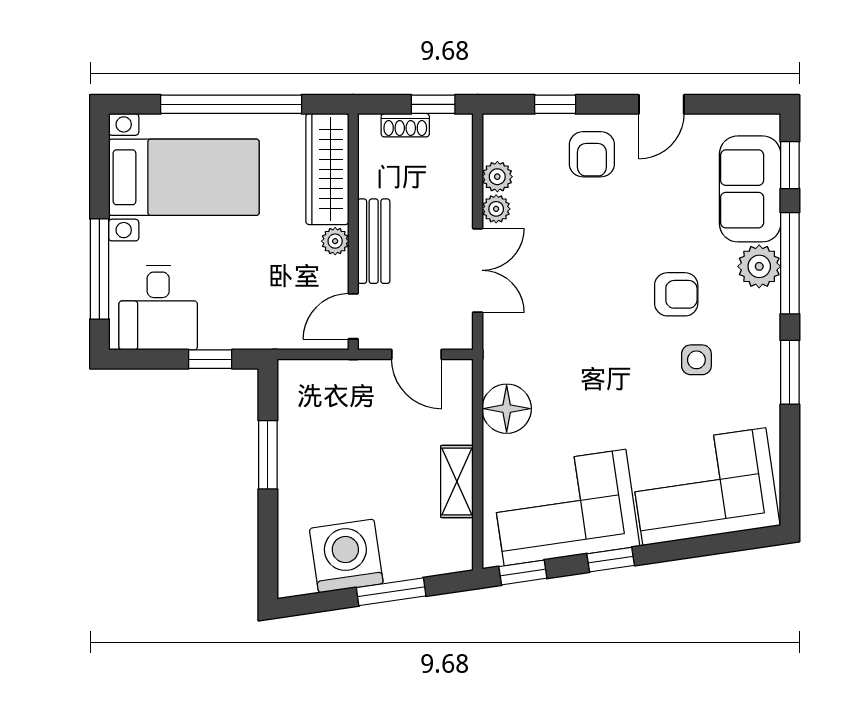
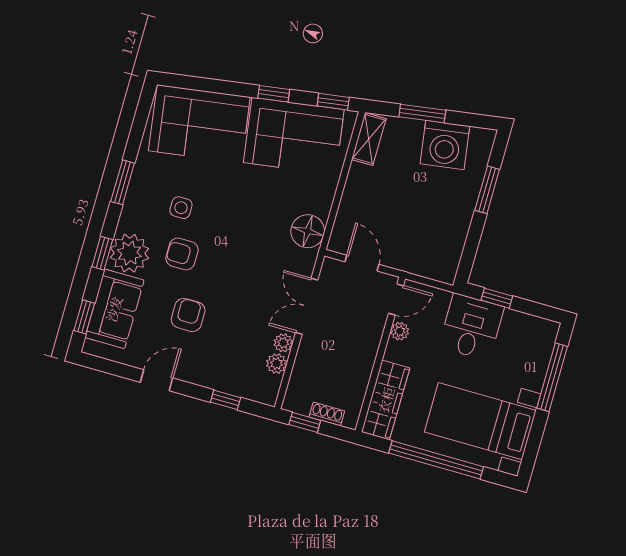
armchair: (592, 154) -> (188, 315), moved
plant: (335, 241) -> (400, 331), moved
bench: (374, 241) -> (369, 345), removed
window: (790, 263) -> (102, 253), width x0.46
plant: (759, 266) -> (129, 253), width x1.36, depth x1.36
desk: (158, 308) -> (471, 327), moved
floor lamp: (507, 409) -> (308, 231), moved
window: (268, 455) -> (487, 190), moved
shelving: (457, 481) -> (369, 139), moved

